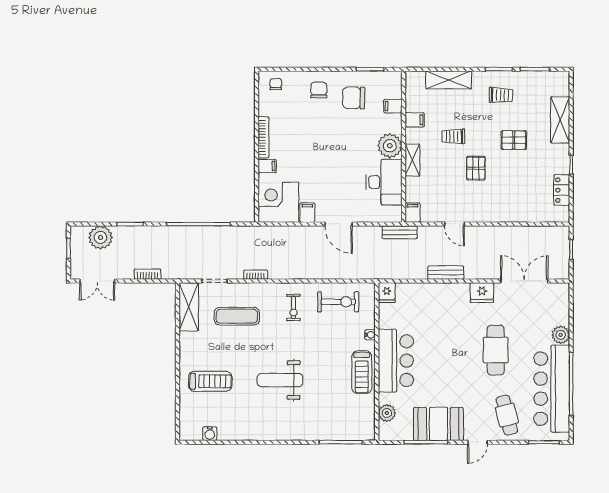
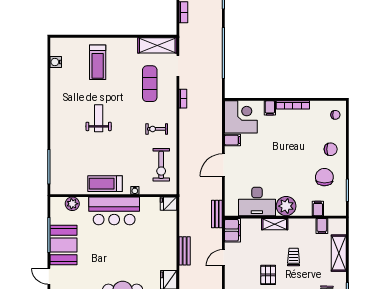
filing cabinet: (415, 120) -> (322, 226), moved
pallet: (476, 168) -> (268, 275), turned 90
filing cabinet: (413, 213) -> (233, 230), width x2.00
weight bench: (280, 380) -> (99, 118), width x0.73, depth x0.75

